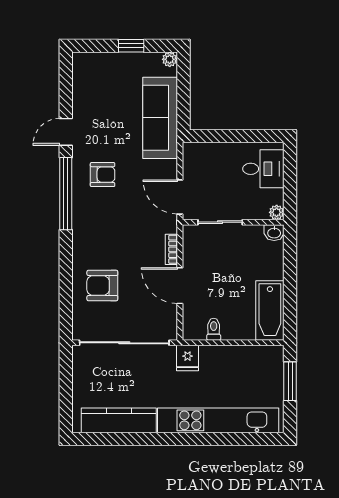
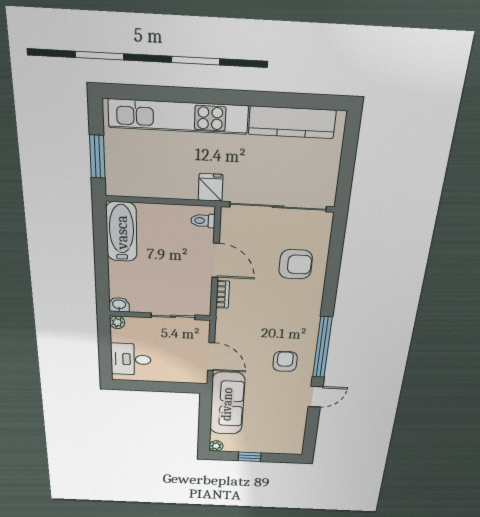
armchair: (103, 175) -> (285, 361), turned 90
door: (180, 197) -> (211, 357), moved
toilet: (214, 329) -> (203, 221), moved, turned 90

